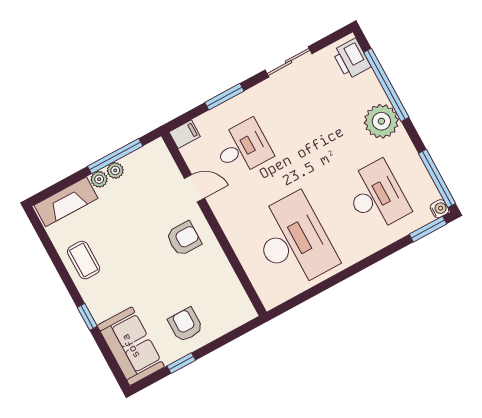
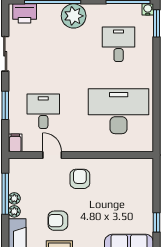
door: (194, 188) -> (52, 155), hinge flipped
desk: (376, 196) -> (119, 44), width x0.73
armchair: (185, 325) -> (58, 221), moved

